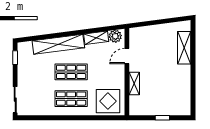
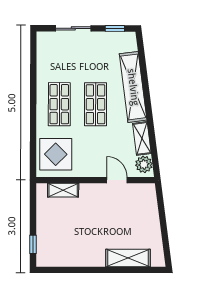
shelving: (134, 84) -> (63, 190), moved
sliding door: (15, 100) -> (73, 28), moved
window: (162, 118) -> (33, 244), moved

